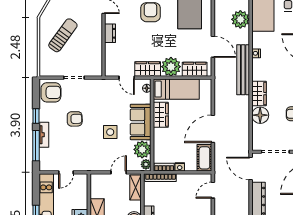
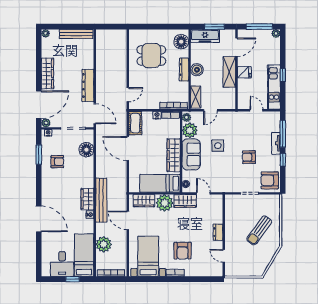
wardrobe: (259, 94) -> (87, 199), moved
wardrobe: (161, 115) -> (174, 155), width x1.50
floor lamp: (260, 115) -> (86, 150), moved
door: (213, 129) -> (128, 148), swing flipped
door: (66, 172) -> (256, 110), hinge flipped

